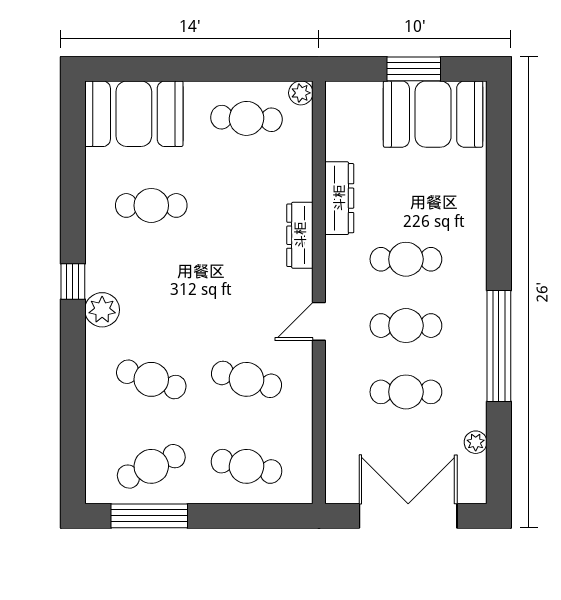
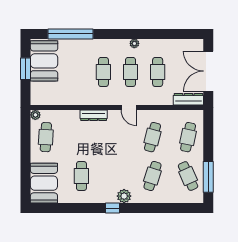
dresser: (339, 198) -> (188, 99), moved
window: (499, 346) -> (70, 34), moved
plant: (476, 442) -> (134, 43), moved

